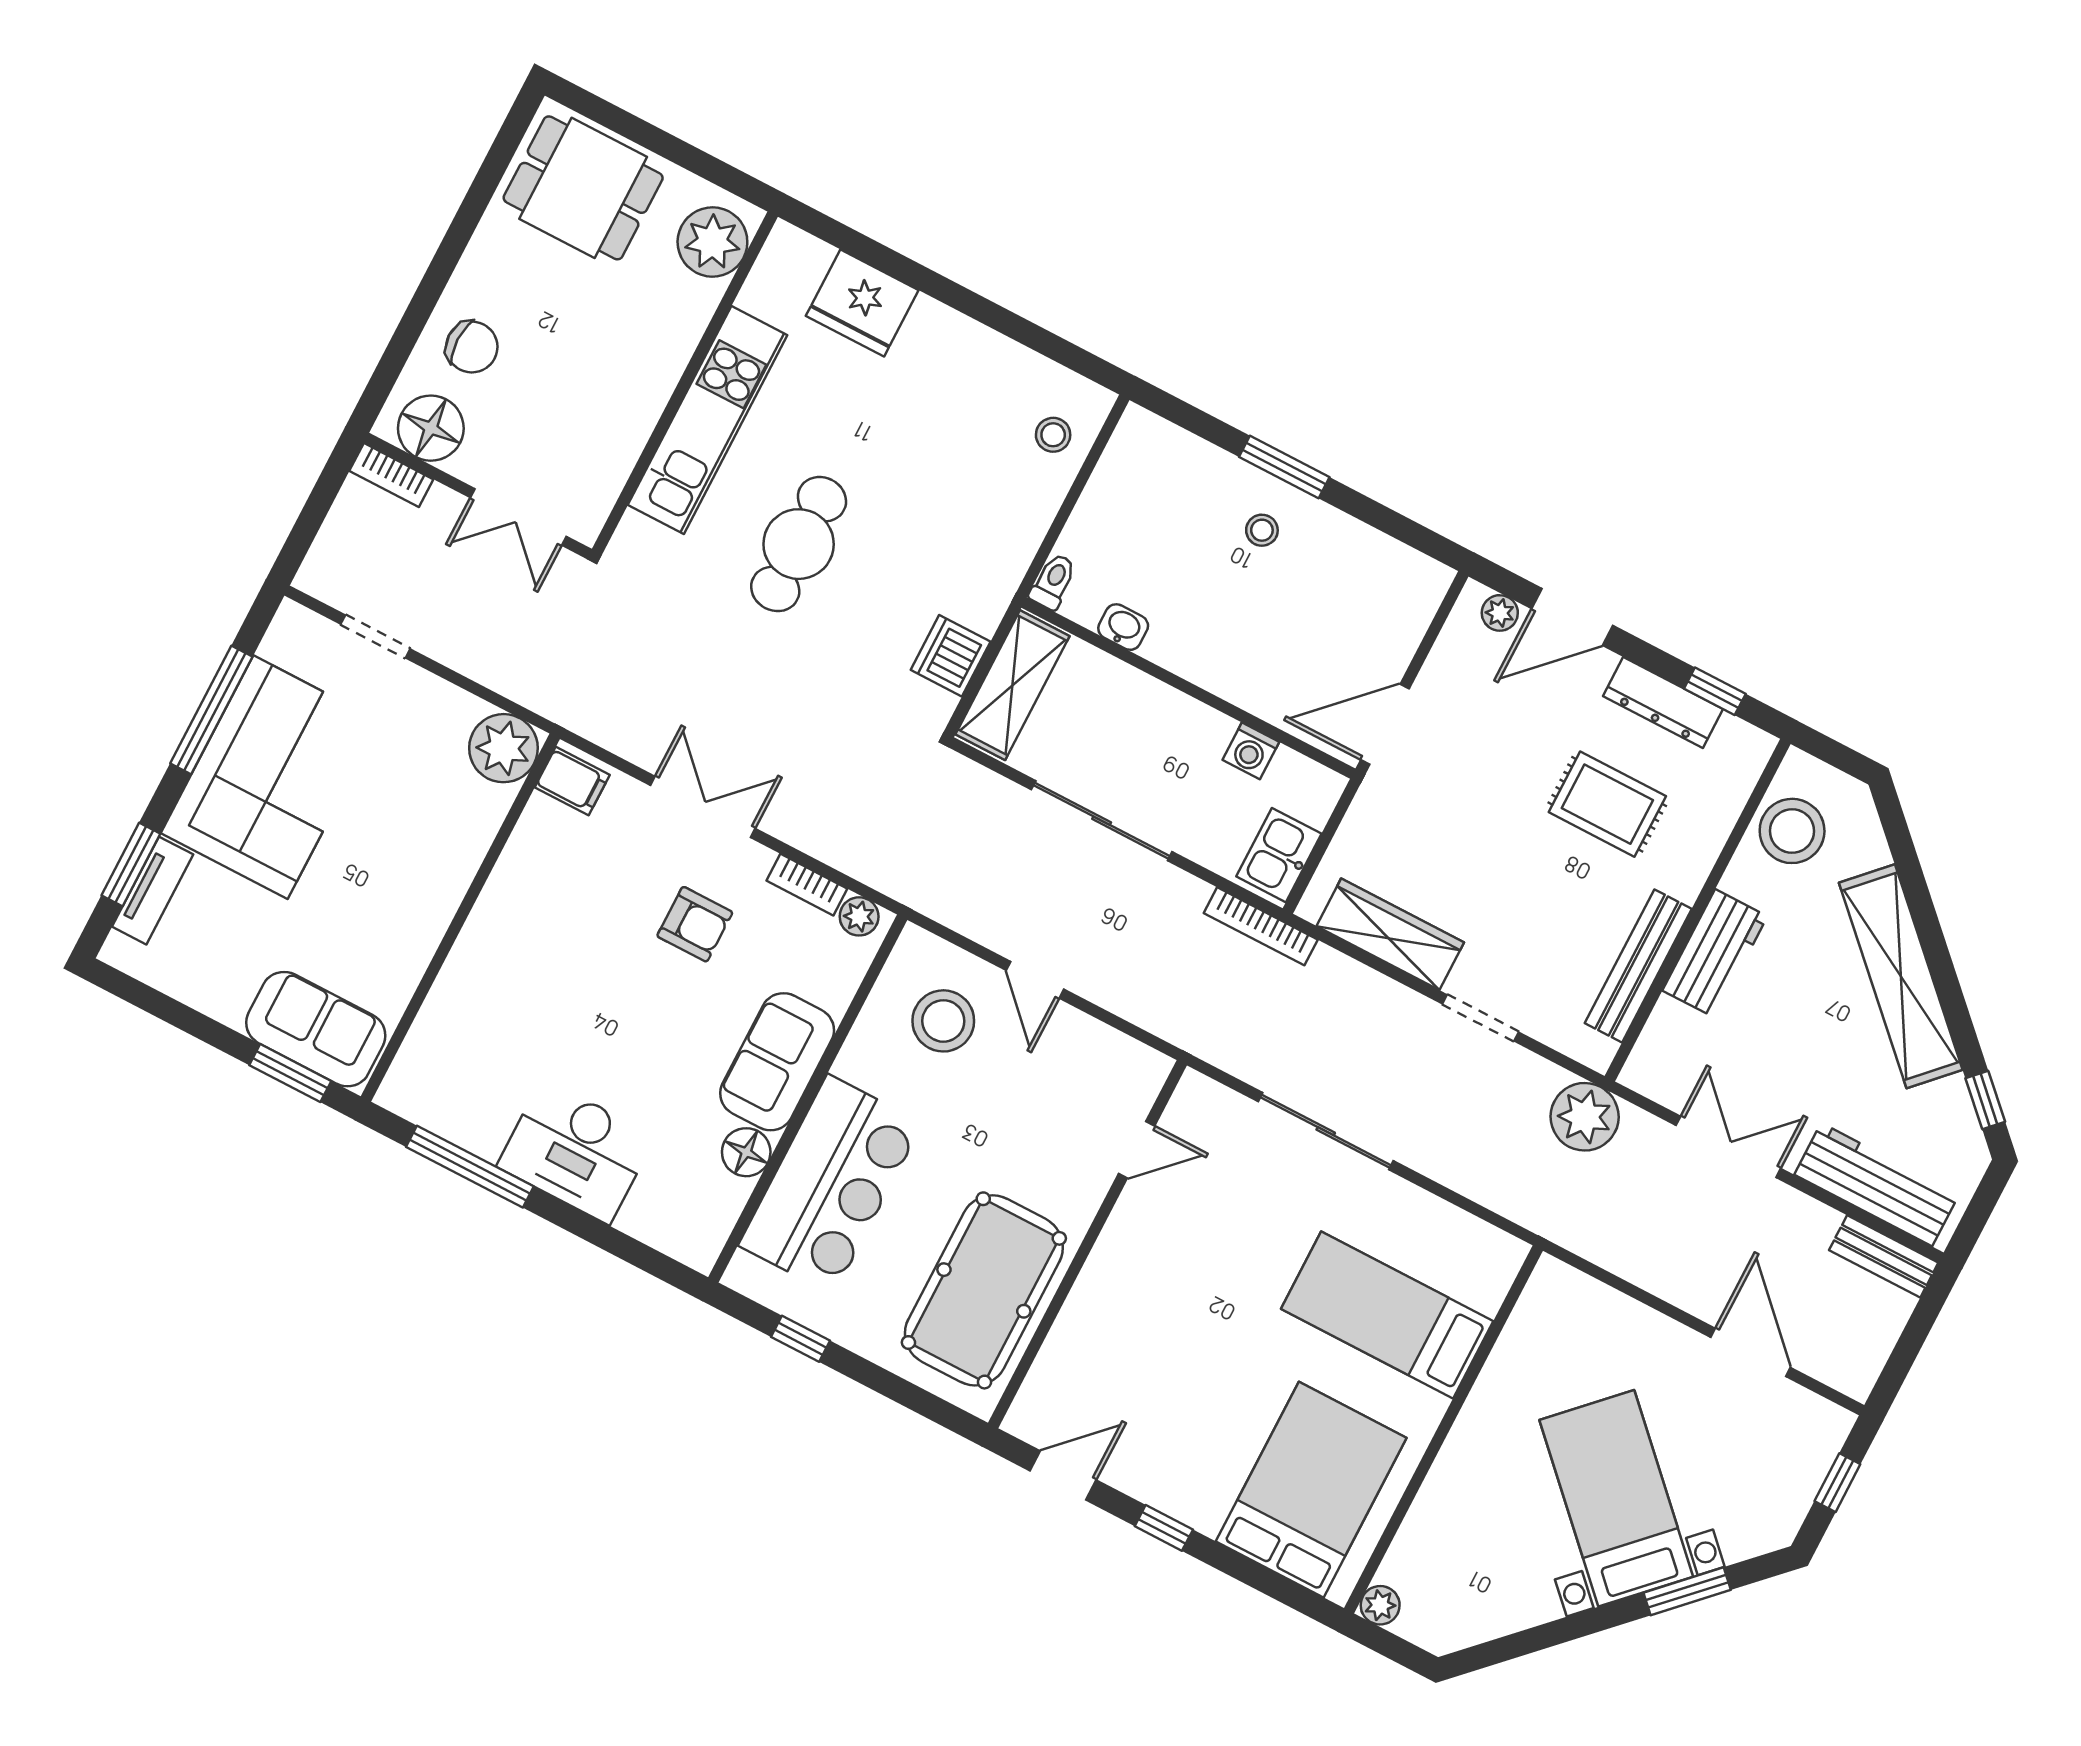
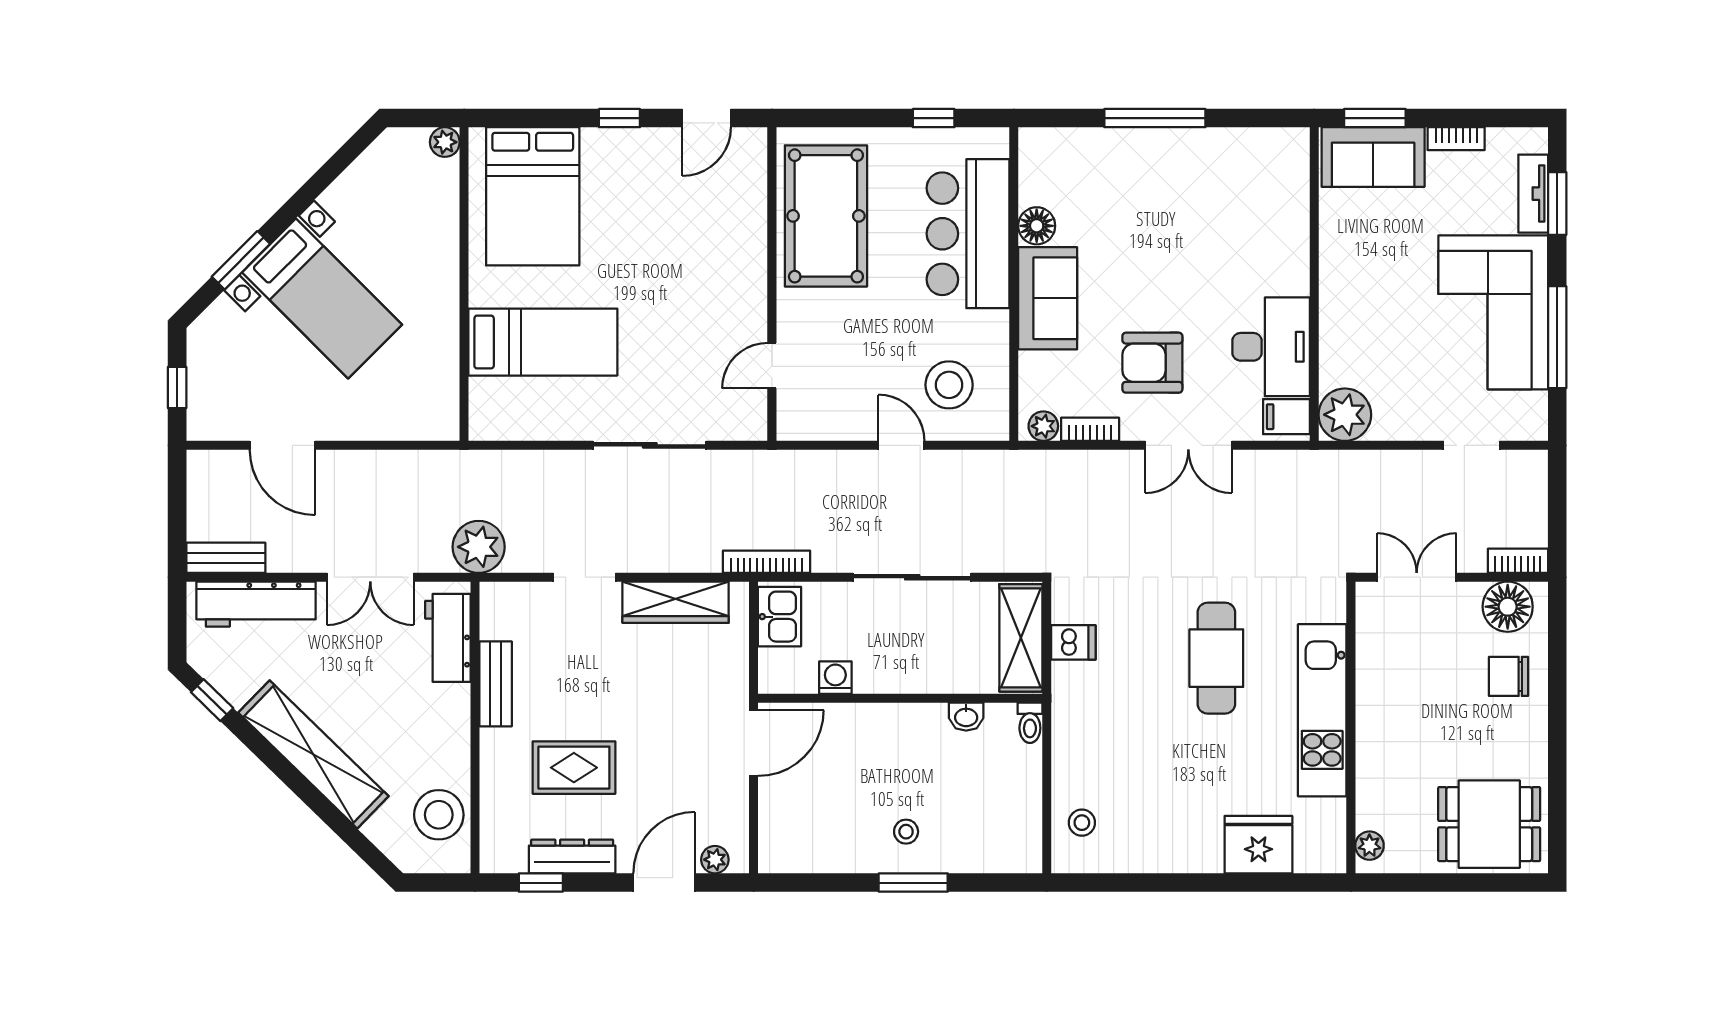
plant: (712, 242) -> (1369, 846), width x0.53, depth x0.53
dishwasher: (951, 656) -> (1073, 642), width x0.73
armchair: (695, 924) -> (1152, 363), width x1.38, depth x1.38
workbench: (1715, 953) -> (448, 638), moved
bench: (1638, 966) -> (496, 684), width x0.73
bookcase: (209, 1000) -> (1456, 139), added
desk: (576, 1151) -> (1271, 347), moved, turned 90
window: (470, 1167) -> (1155, 118), moved

